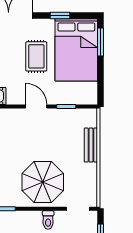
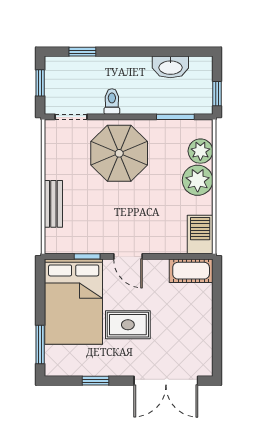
bed: (76, 50) -> (74, 302), moved, turned 180
rug: (36, 56) -> (128, 325), turned 90

